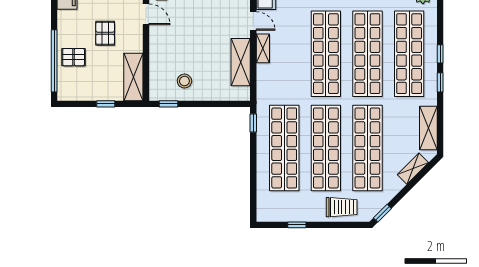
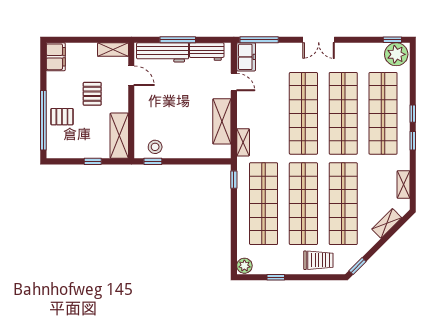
shelving: (263, 48) -> (243, 142), moved
stool: (184, 81) -> (155, 147), moved
shelving: (428, 128) -> (404, 184), width x0.67, depth x0.75
plant: (264, 213) -> (244, 266), added

